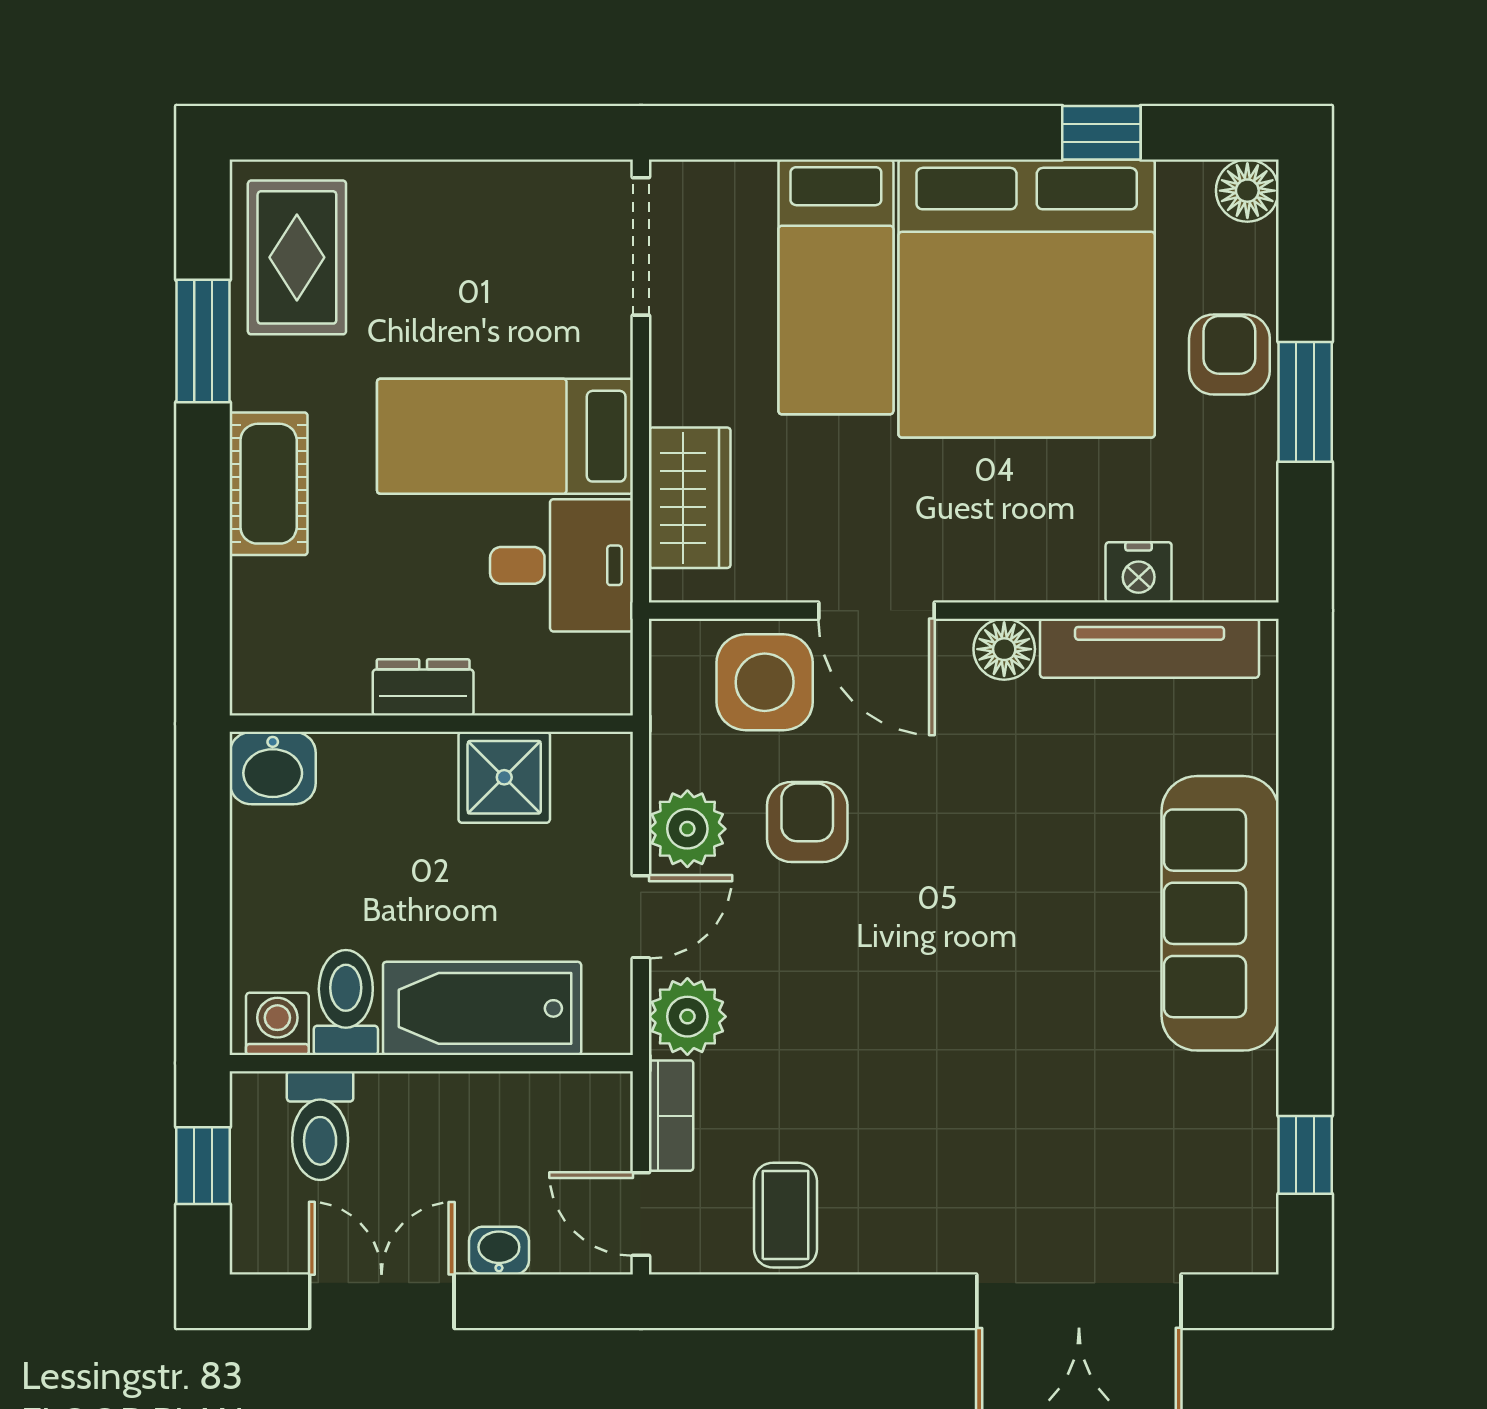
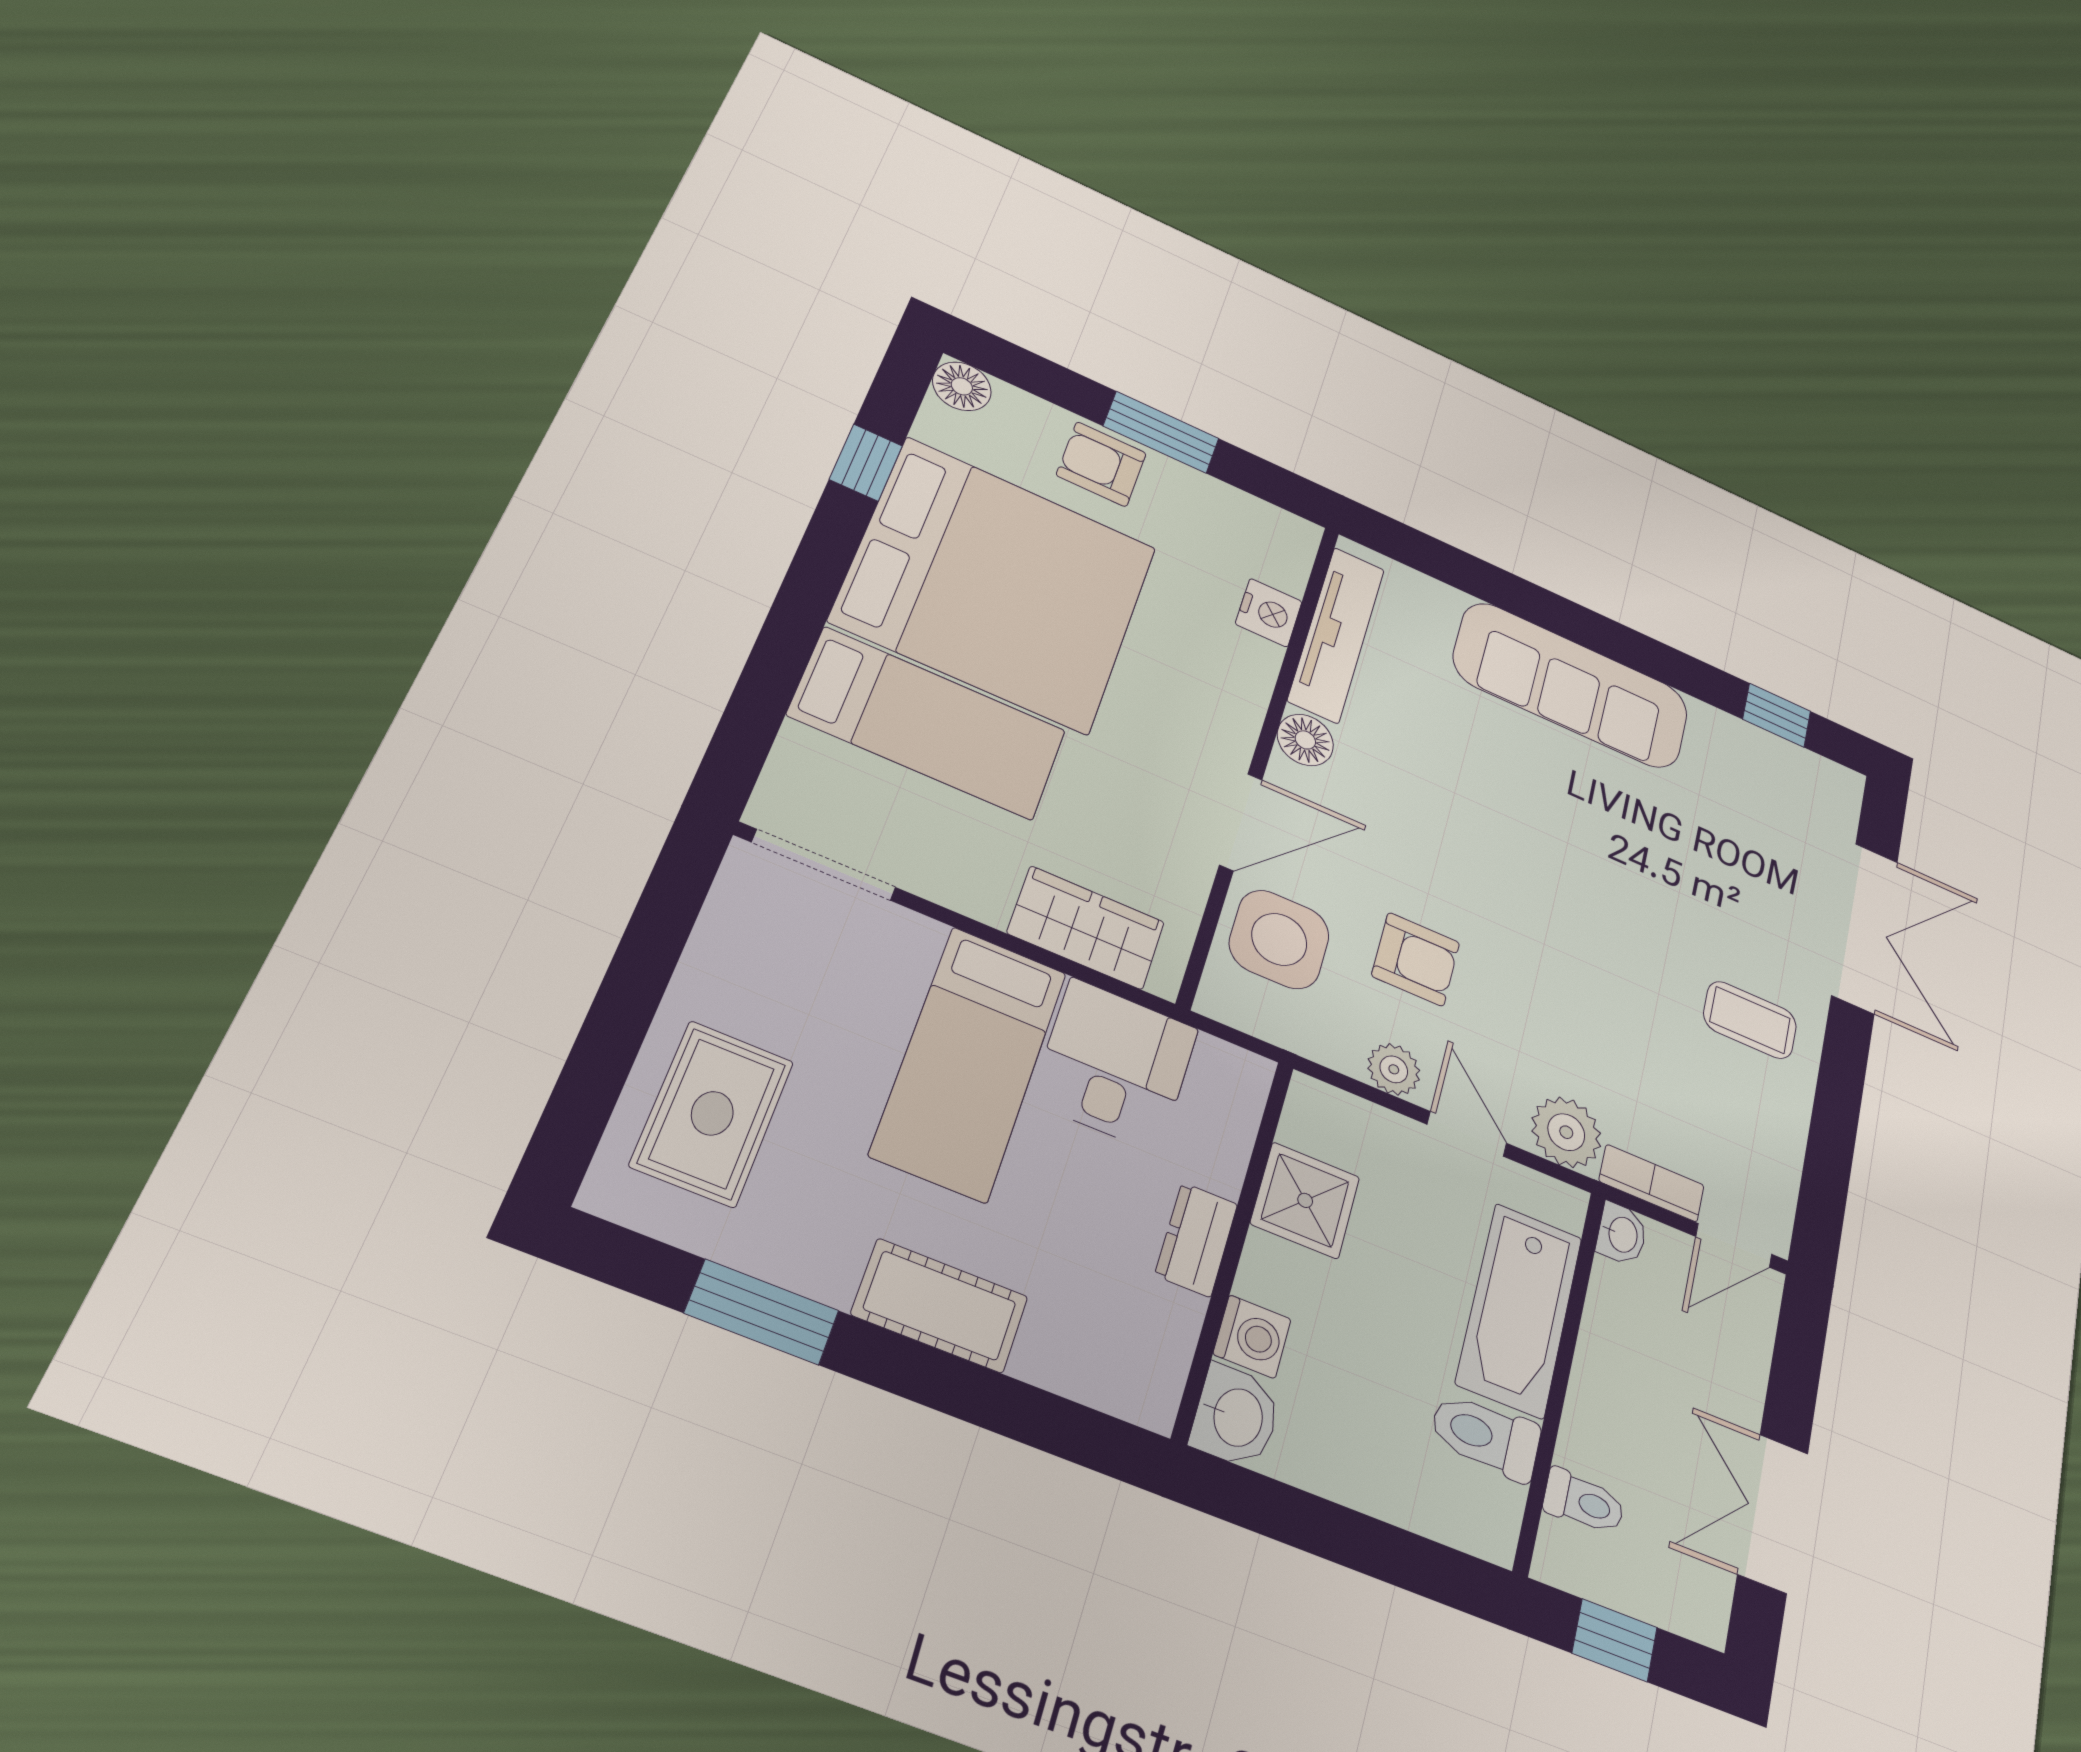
rug: (297, 257) -> (712, 1113), moved, turned 90
armchair: (807, 822) -> (1416, 959), turned 180
plant: (687, 829) -> (1394, 1069), width x0.73, depth x0.73
washing machine: (277, 1024) -> (1252, 1337), moved, turned 180
toilet: (320, 1126) -> (1584, 1502), width x0.73, depth x0.72
coffee table: (785, 1215) -> (1750, 1020), moved
washbasin: (499, 1251) -> (1622, 1234), moved, turned 180

